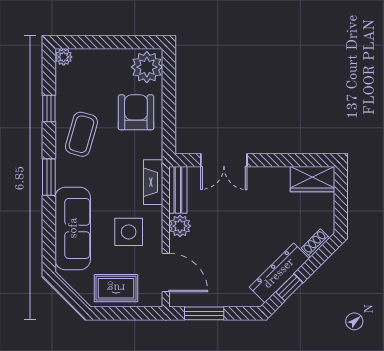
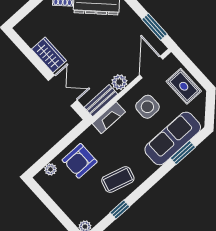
plant: (147, 67) -> (50, 169), width x0.53, depth x0.53
window: (49, 177) -> (183, 153), moved
wardrobe: (312, 179) -> (49, 55), moved

